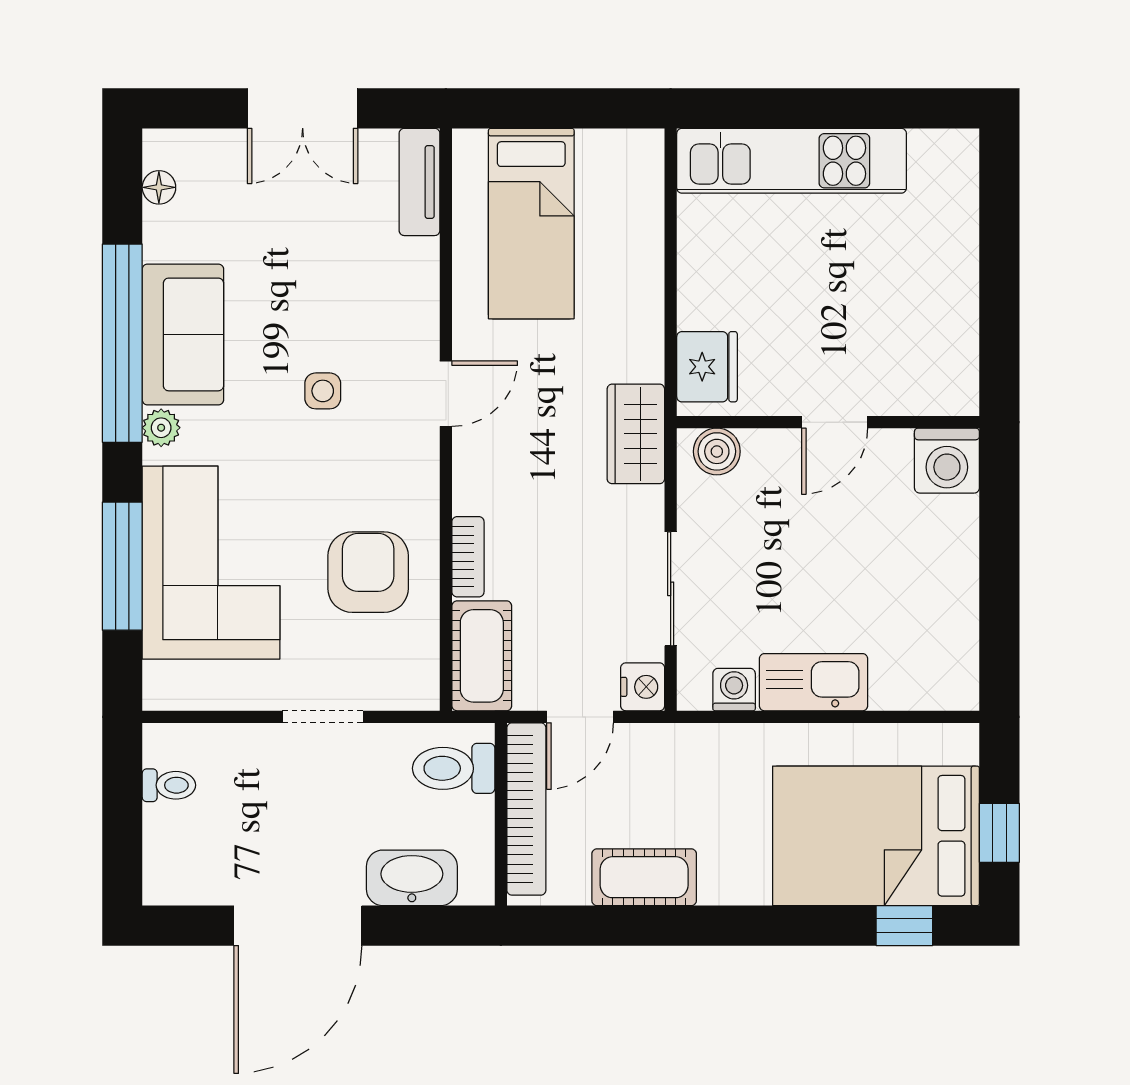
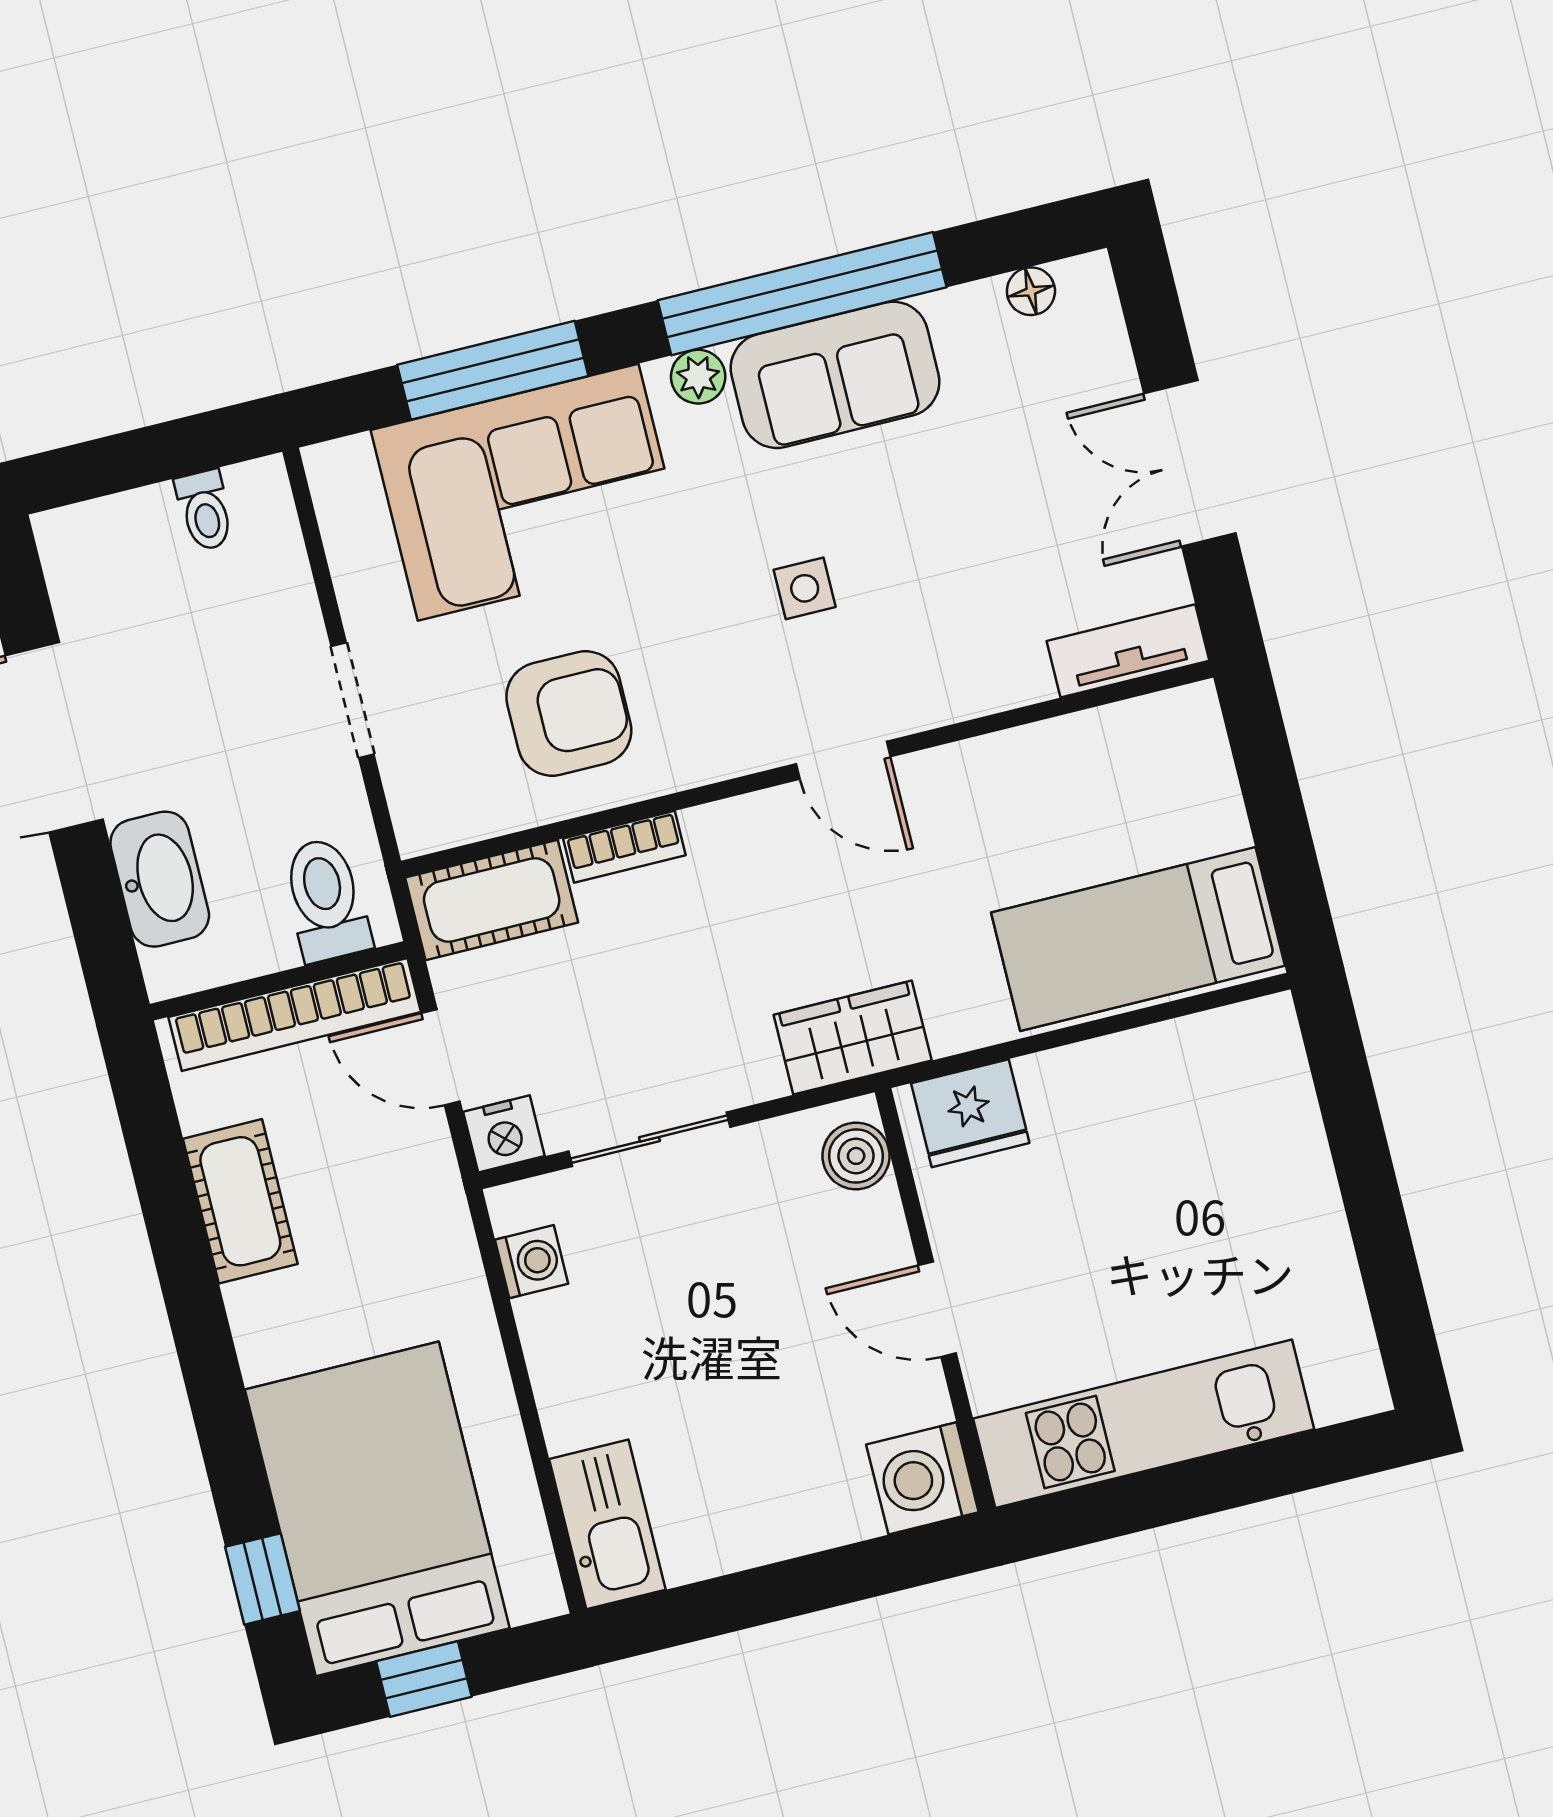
kitchen unit: (792, 161) -> (1144, 1424), moved, turned 90
bed: (531, 224) -> (1138, 939), moved
kitchen sink: (813, 682) -> (607, 1524), moved

